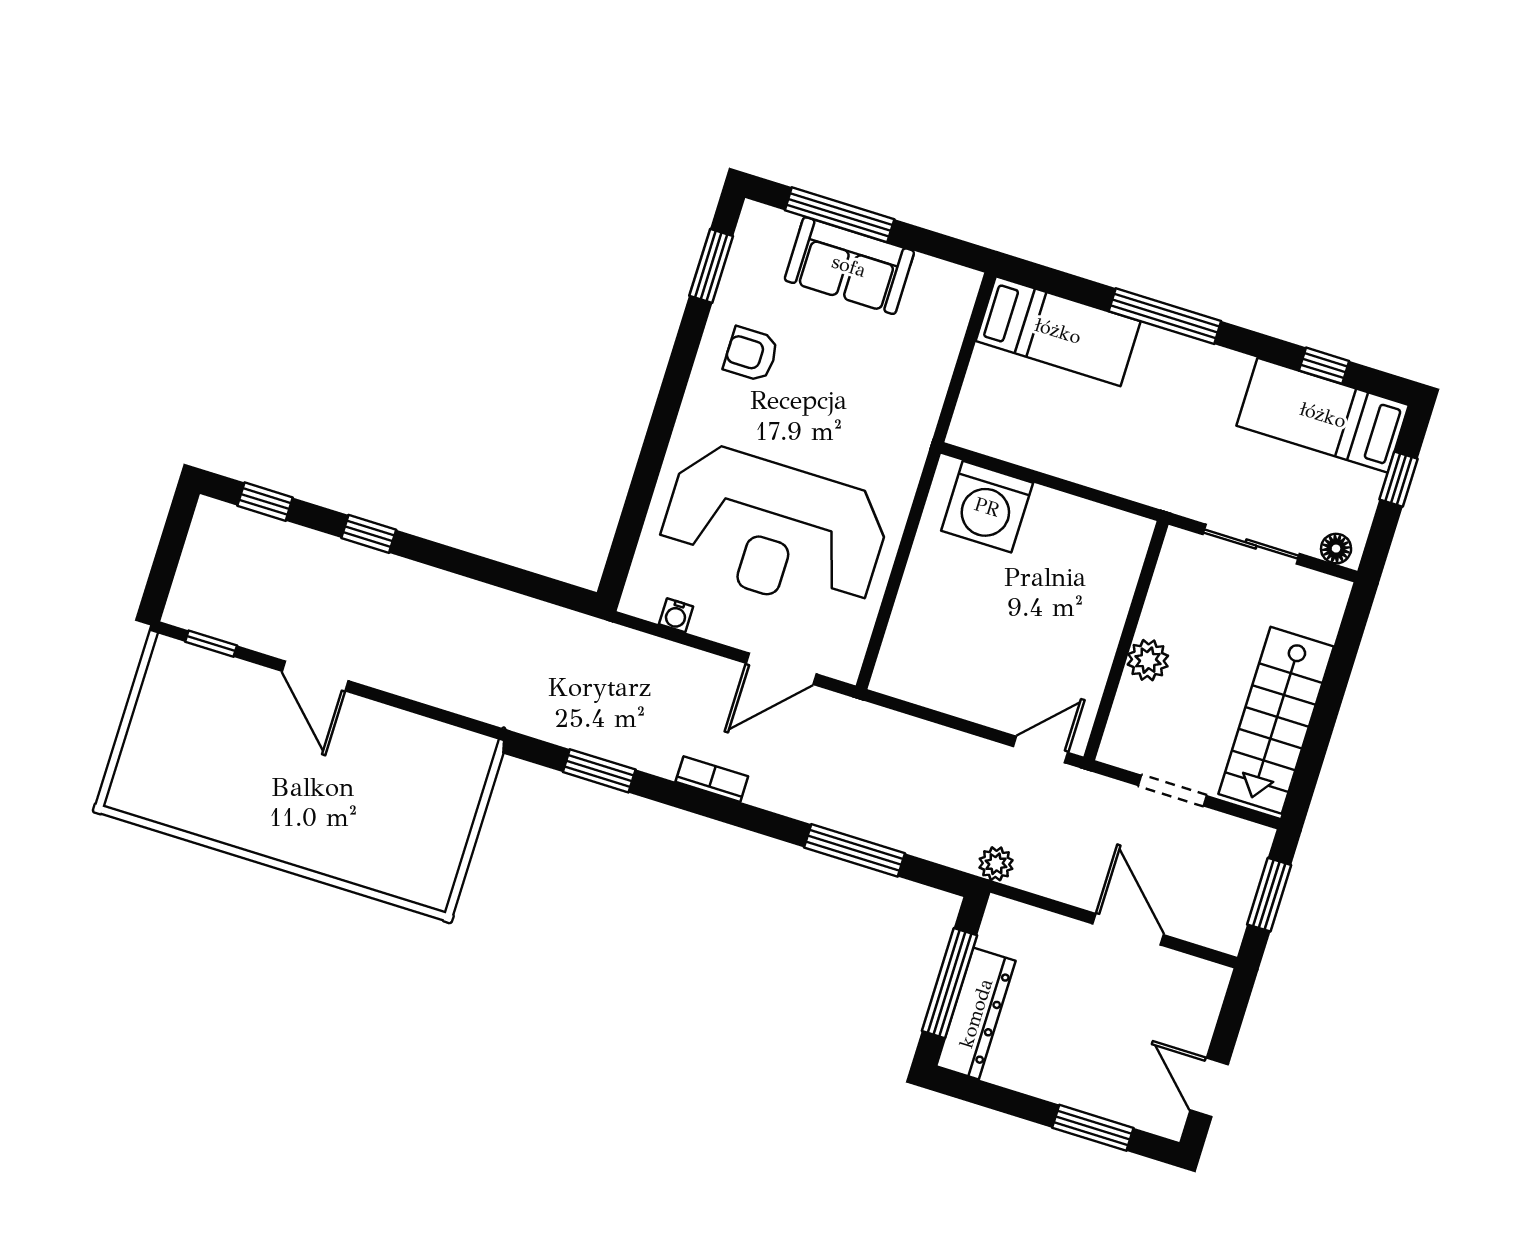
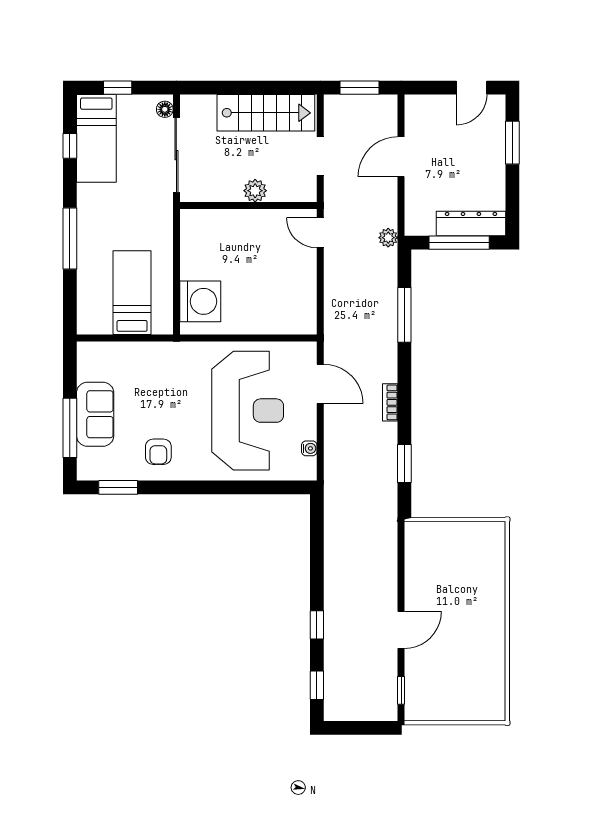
bed: (1058, 331) -> (132, 293), moved
sliding door: (1251, 544) -> (176, 155), width x1.37

